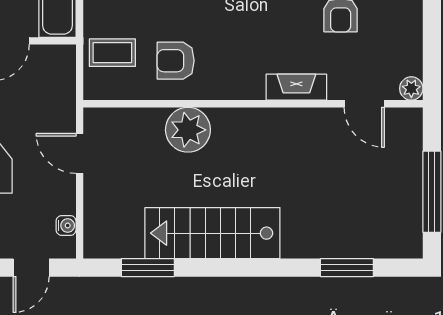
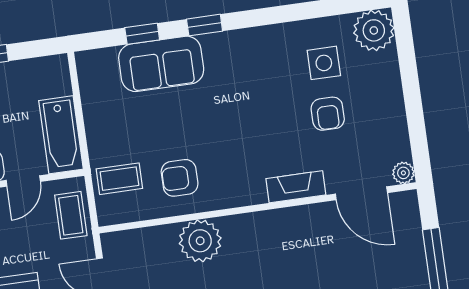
coffee table: (56, 84) -> (71, 215), added
door: (364, 104) -> (361, 193), width x1.38

